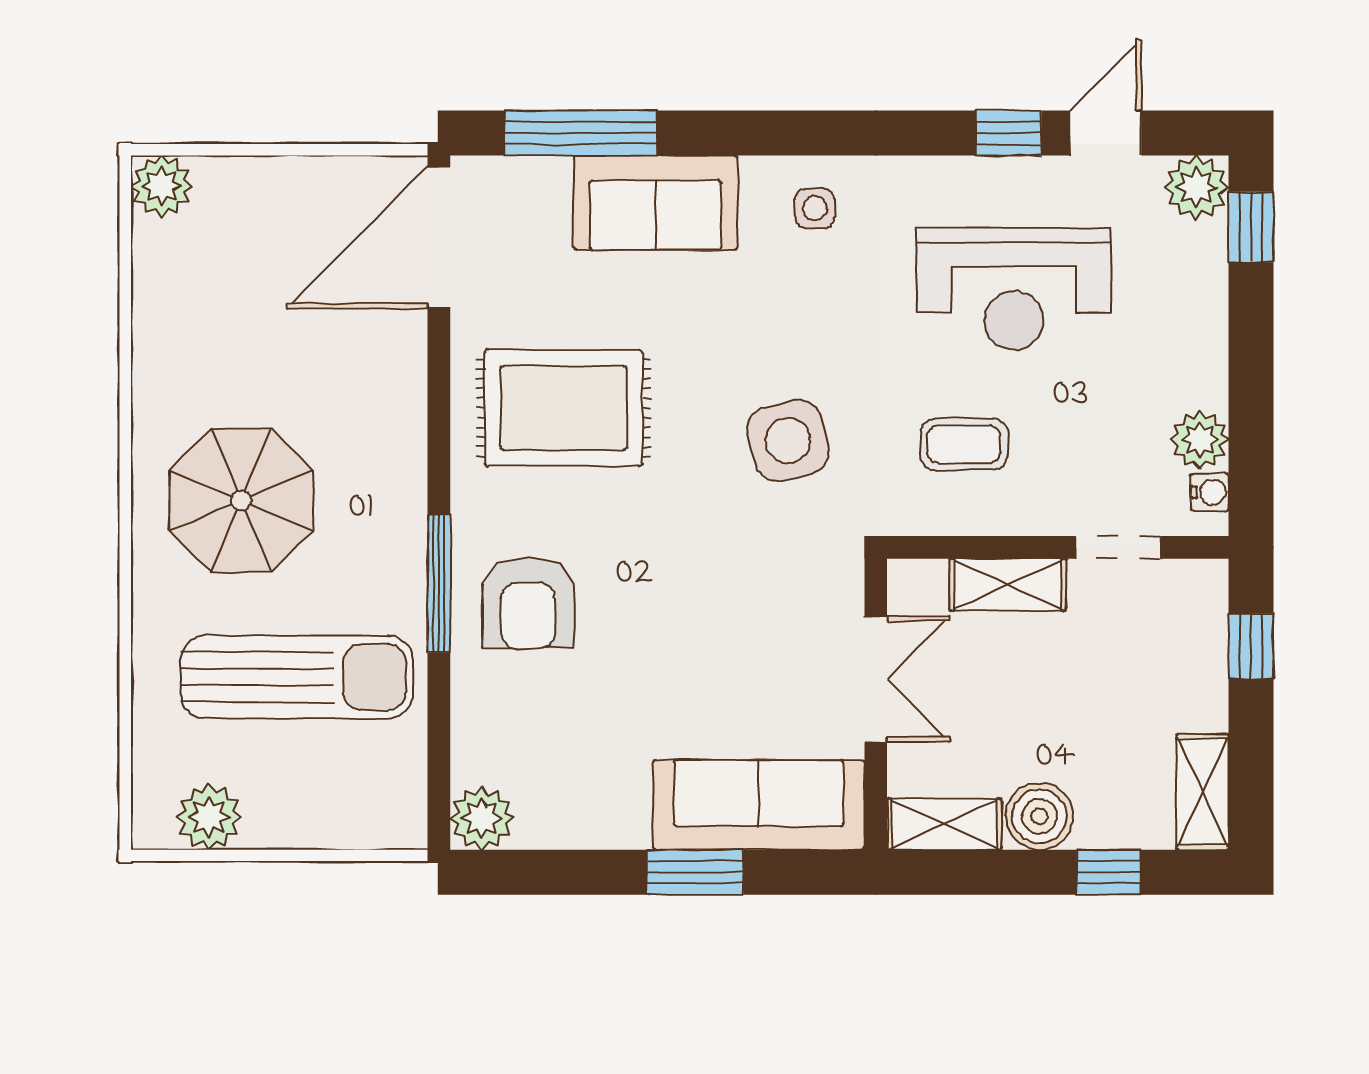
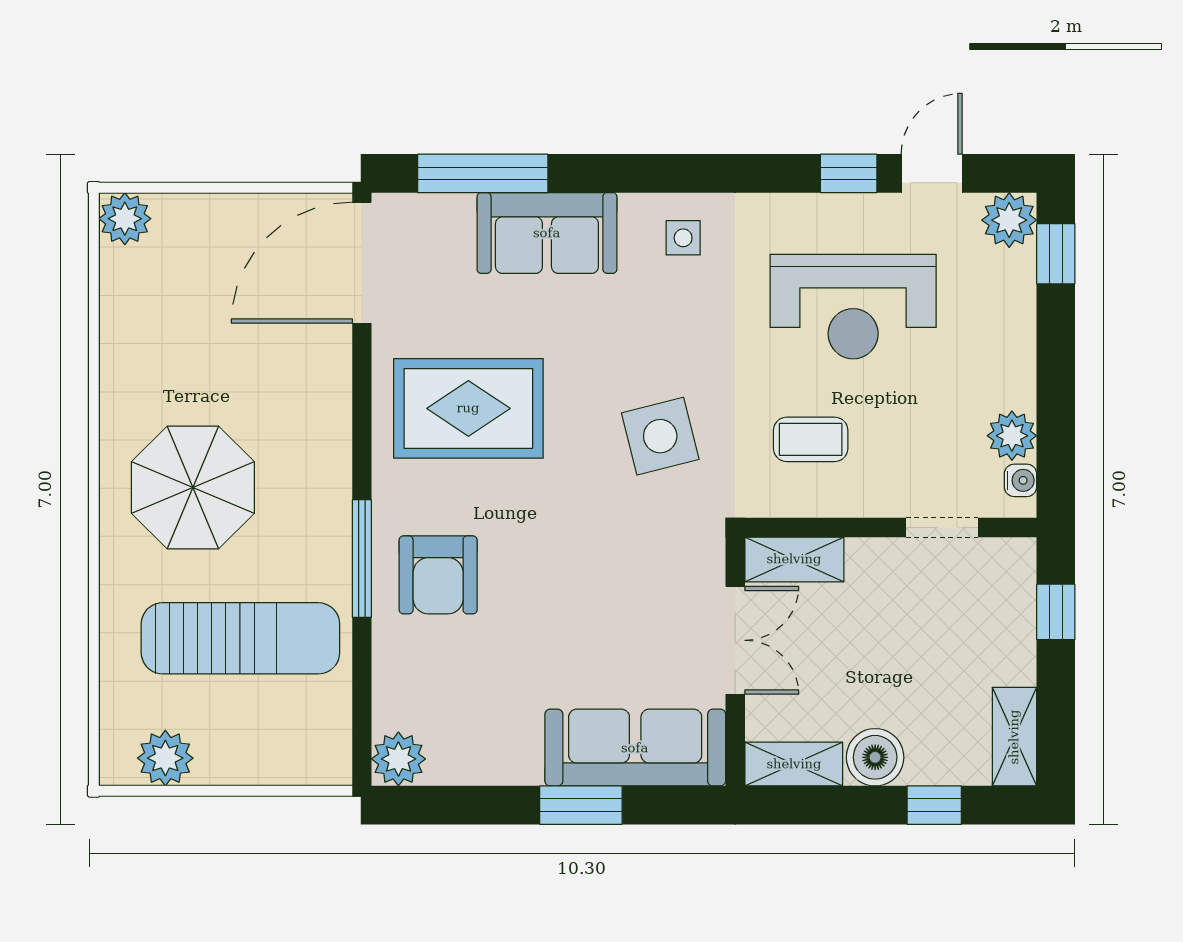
shelving: (1008, 585) -> (794, 559), moved

